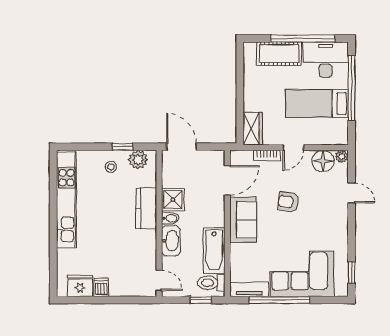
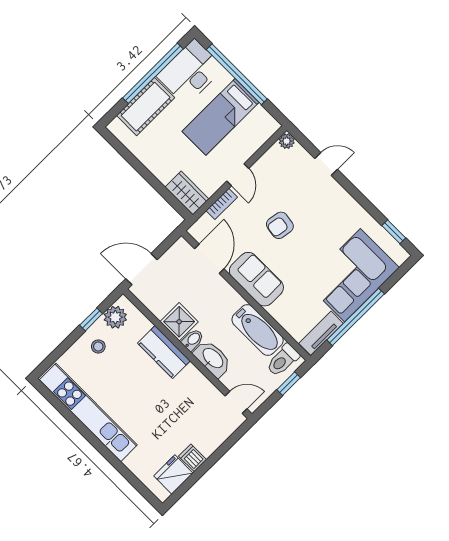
floor lamp: (323, 161) -> (275, 161), removed

